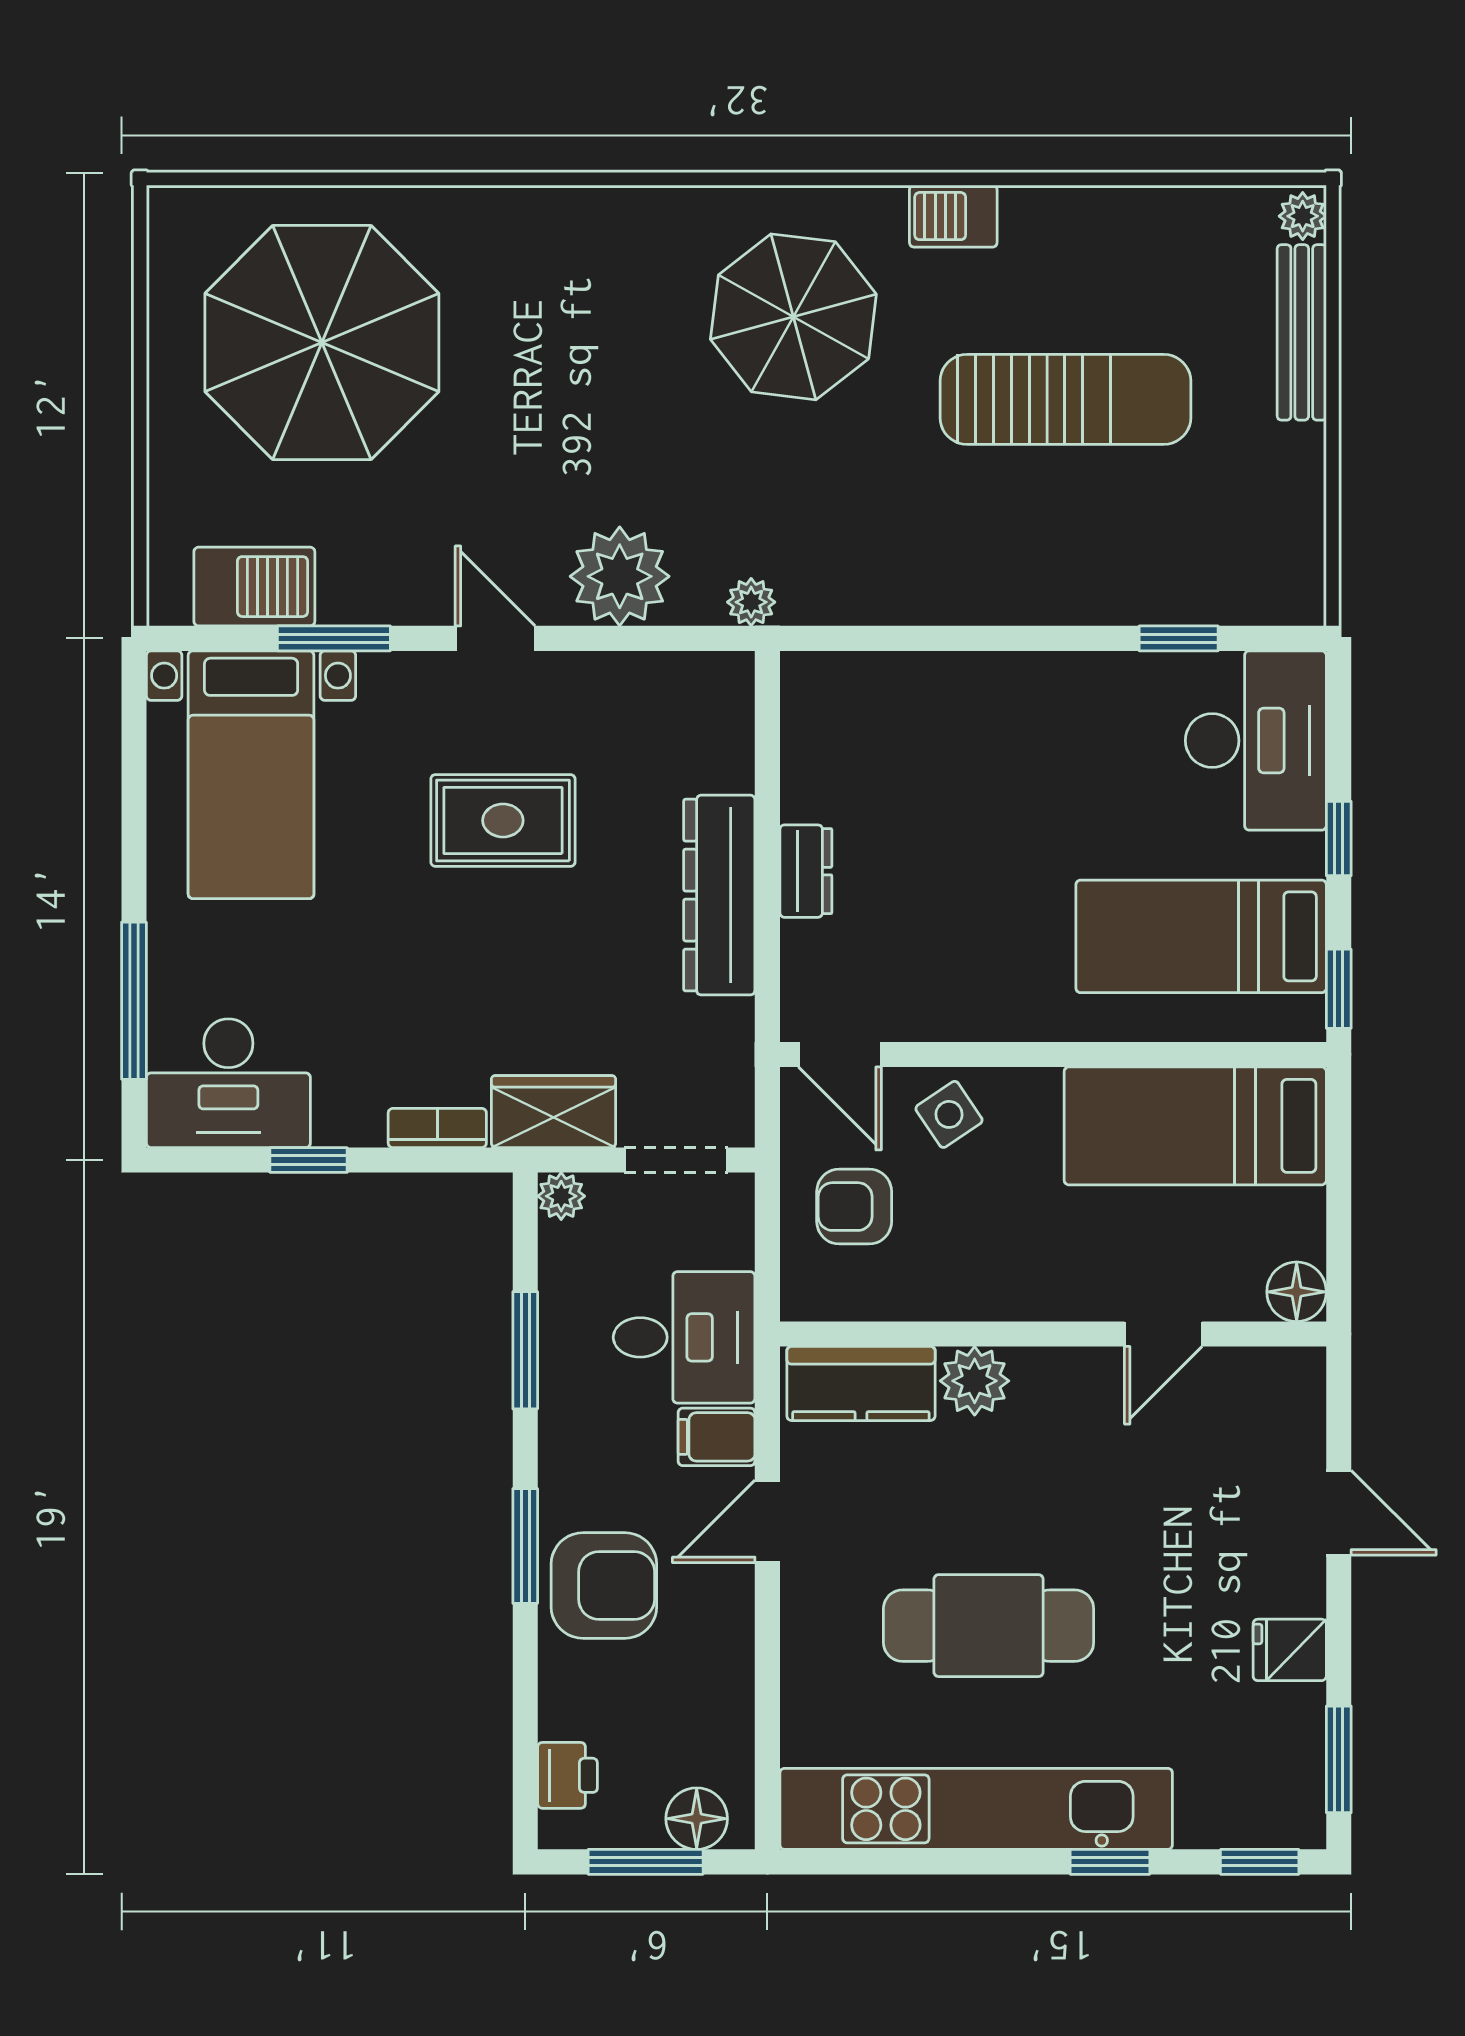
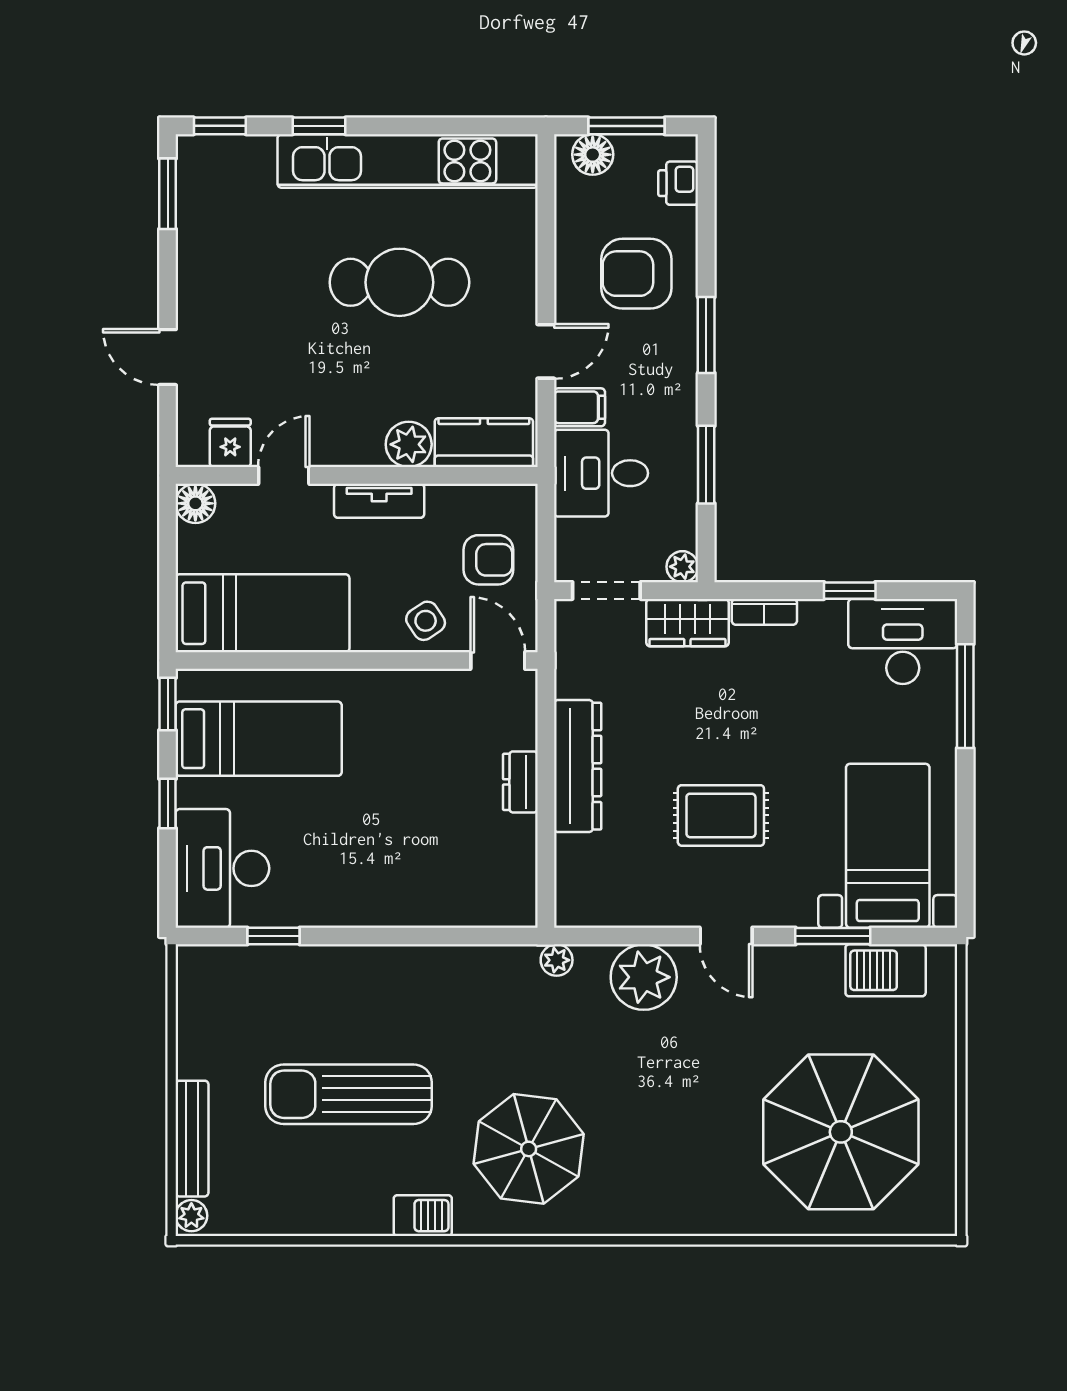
tv unit: (1019, 1296) -> (379, 501), added
armchair: (604, 1585) -> (636, 274), moved
fridge: (1290, 1650) -> (230, 443), moved, turned -90

